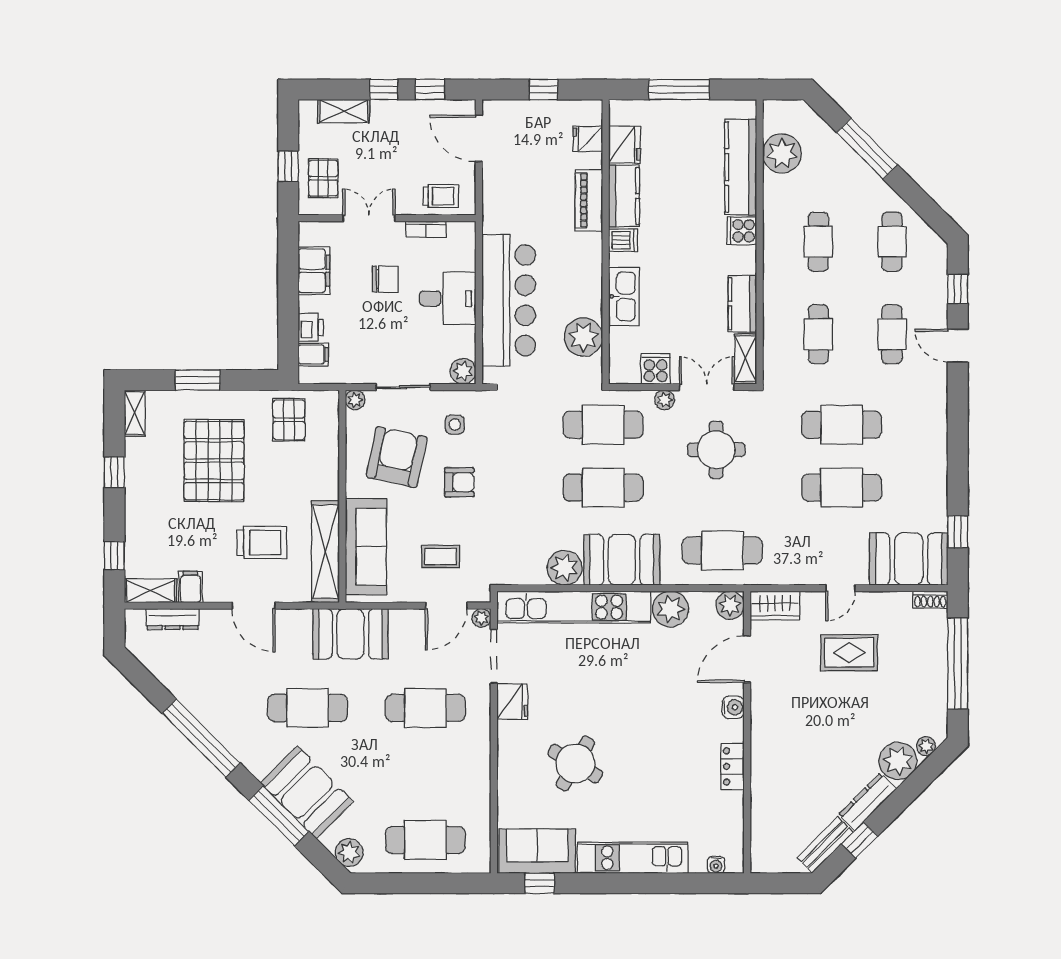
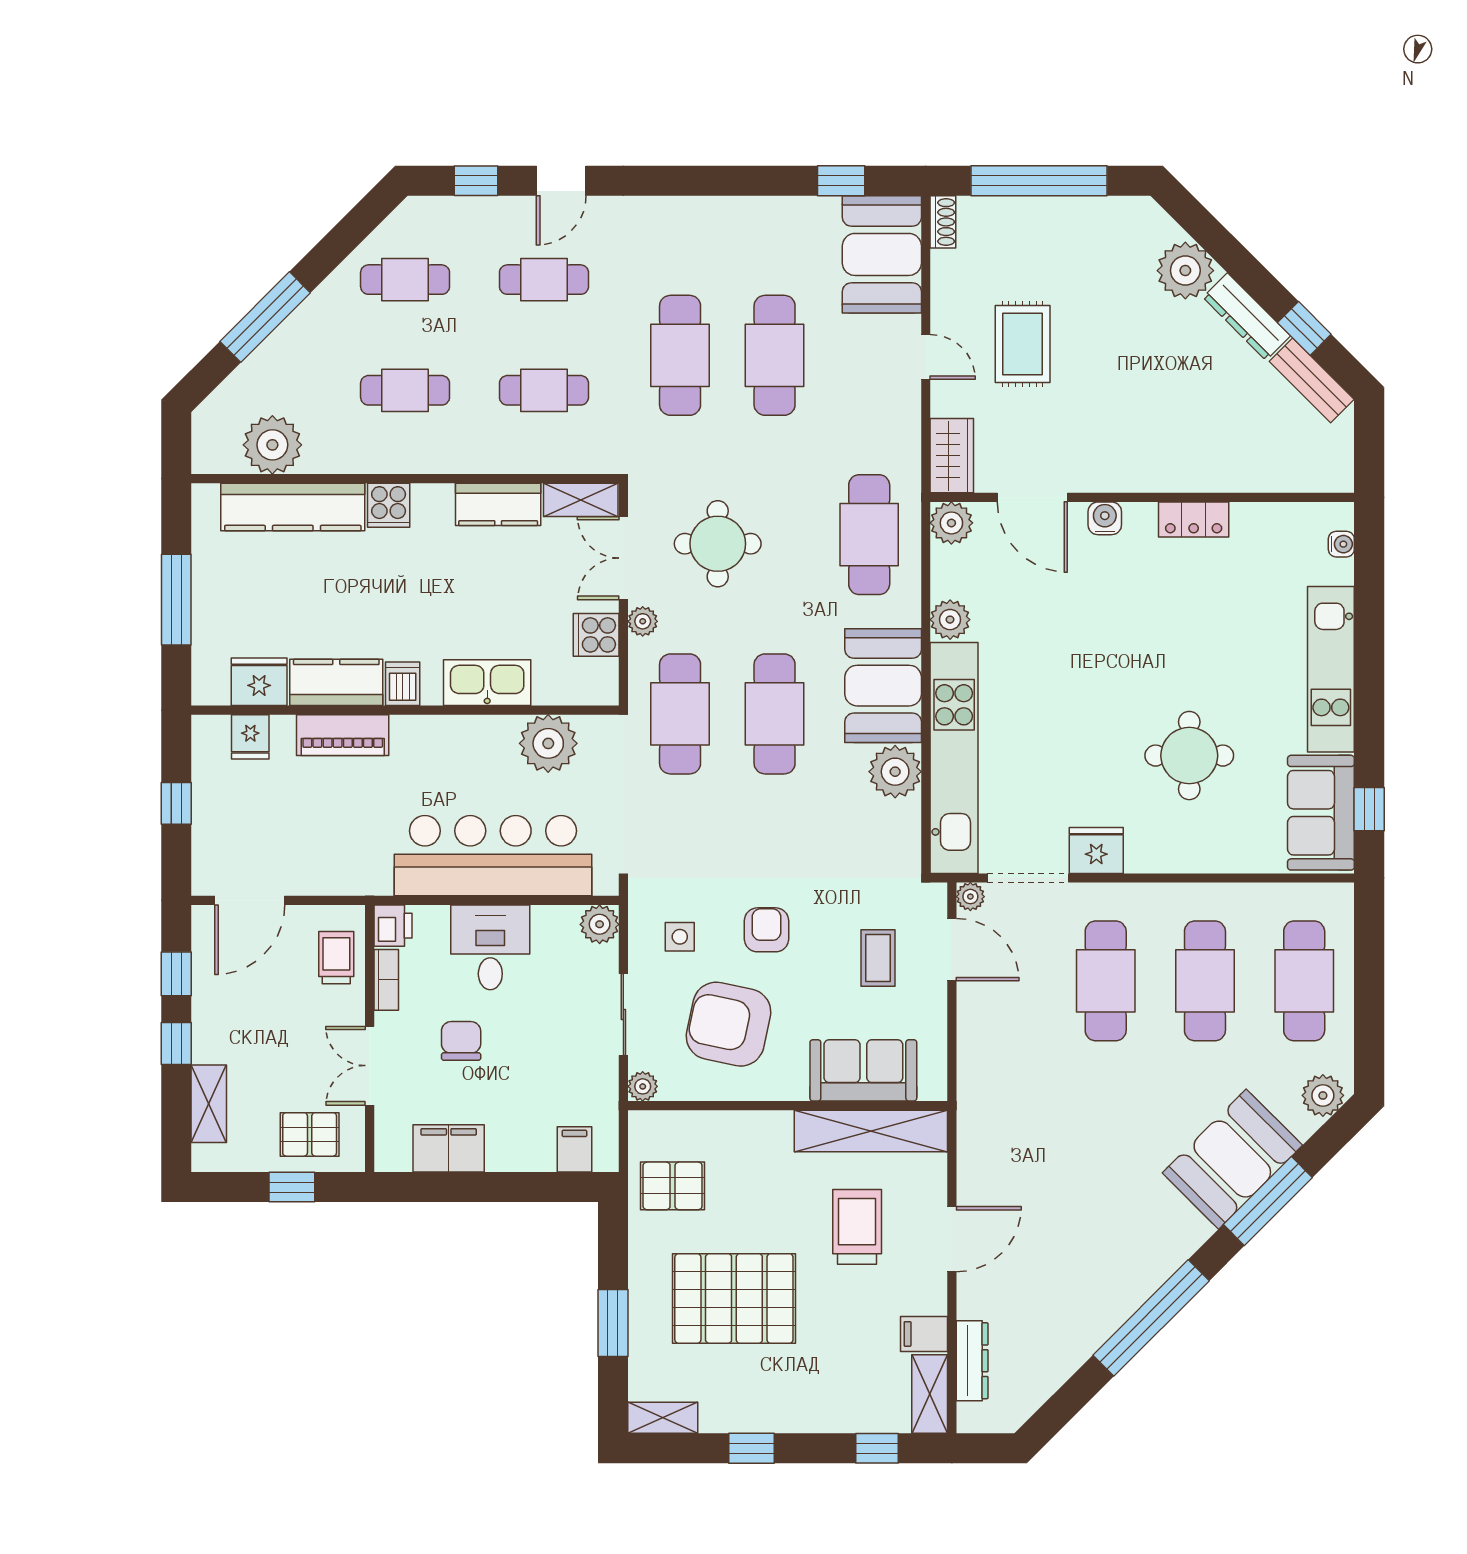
printer: (311, 327) -> (393, 926), moved, turned 90
sofa: (366, 547) -> (863, 1070), width x0.73
plant: (671, 609) -> (950, 620), width x0.73, depth x0.73
booth: (350, 634) -> (994, 1093), removed
cafe table: (308, 708) -> (1205, 981), moved
plant: (926, 746) -> (1163, 228), removed
round table: (575, 764) -> (1189, 756), turned -30

